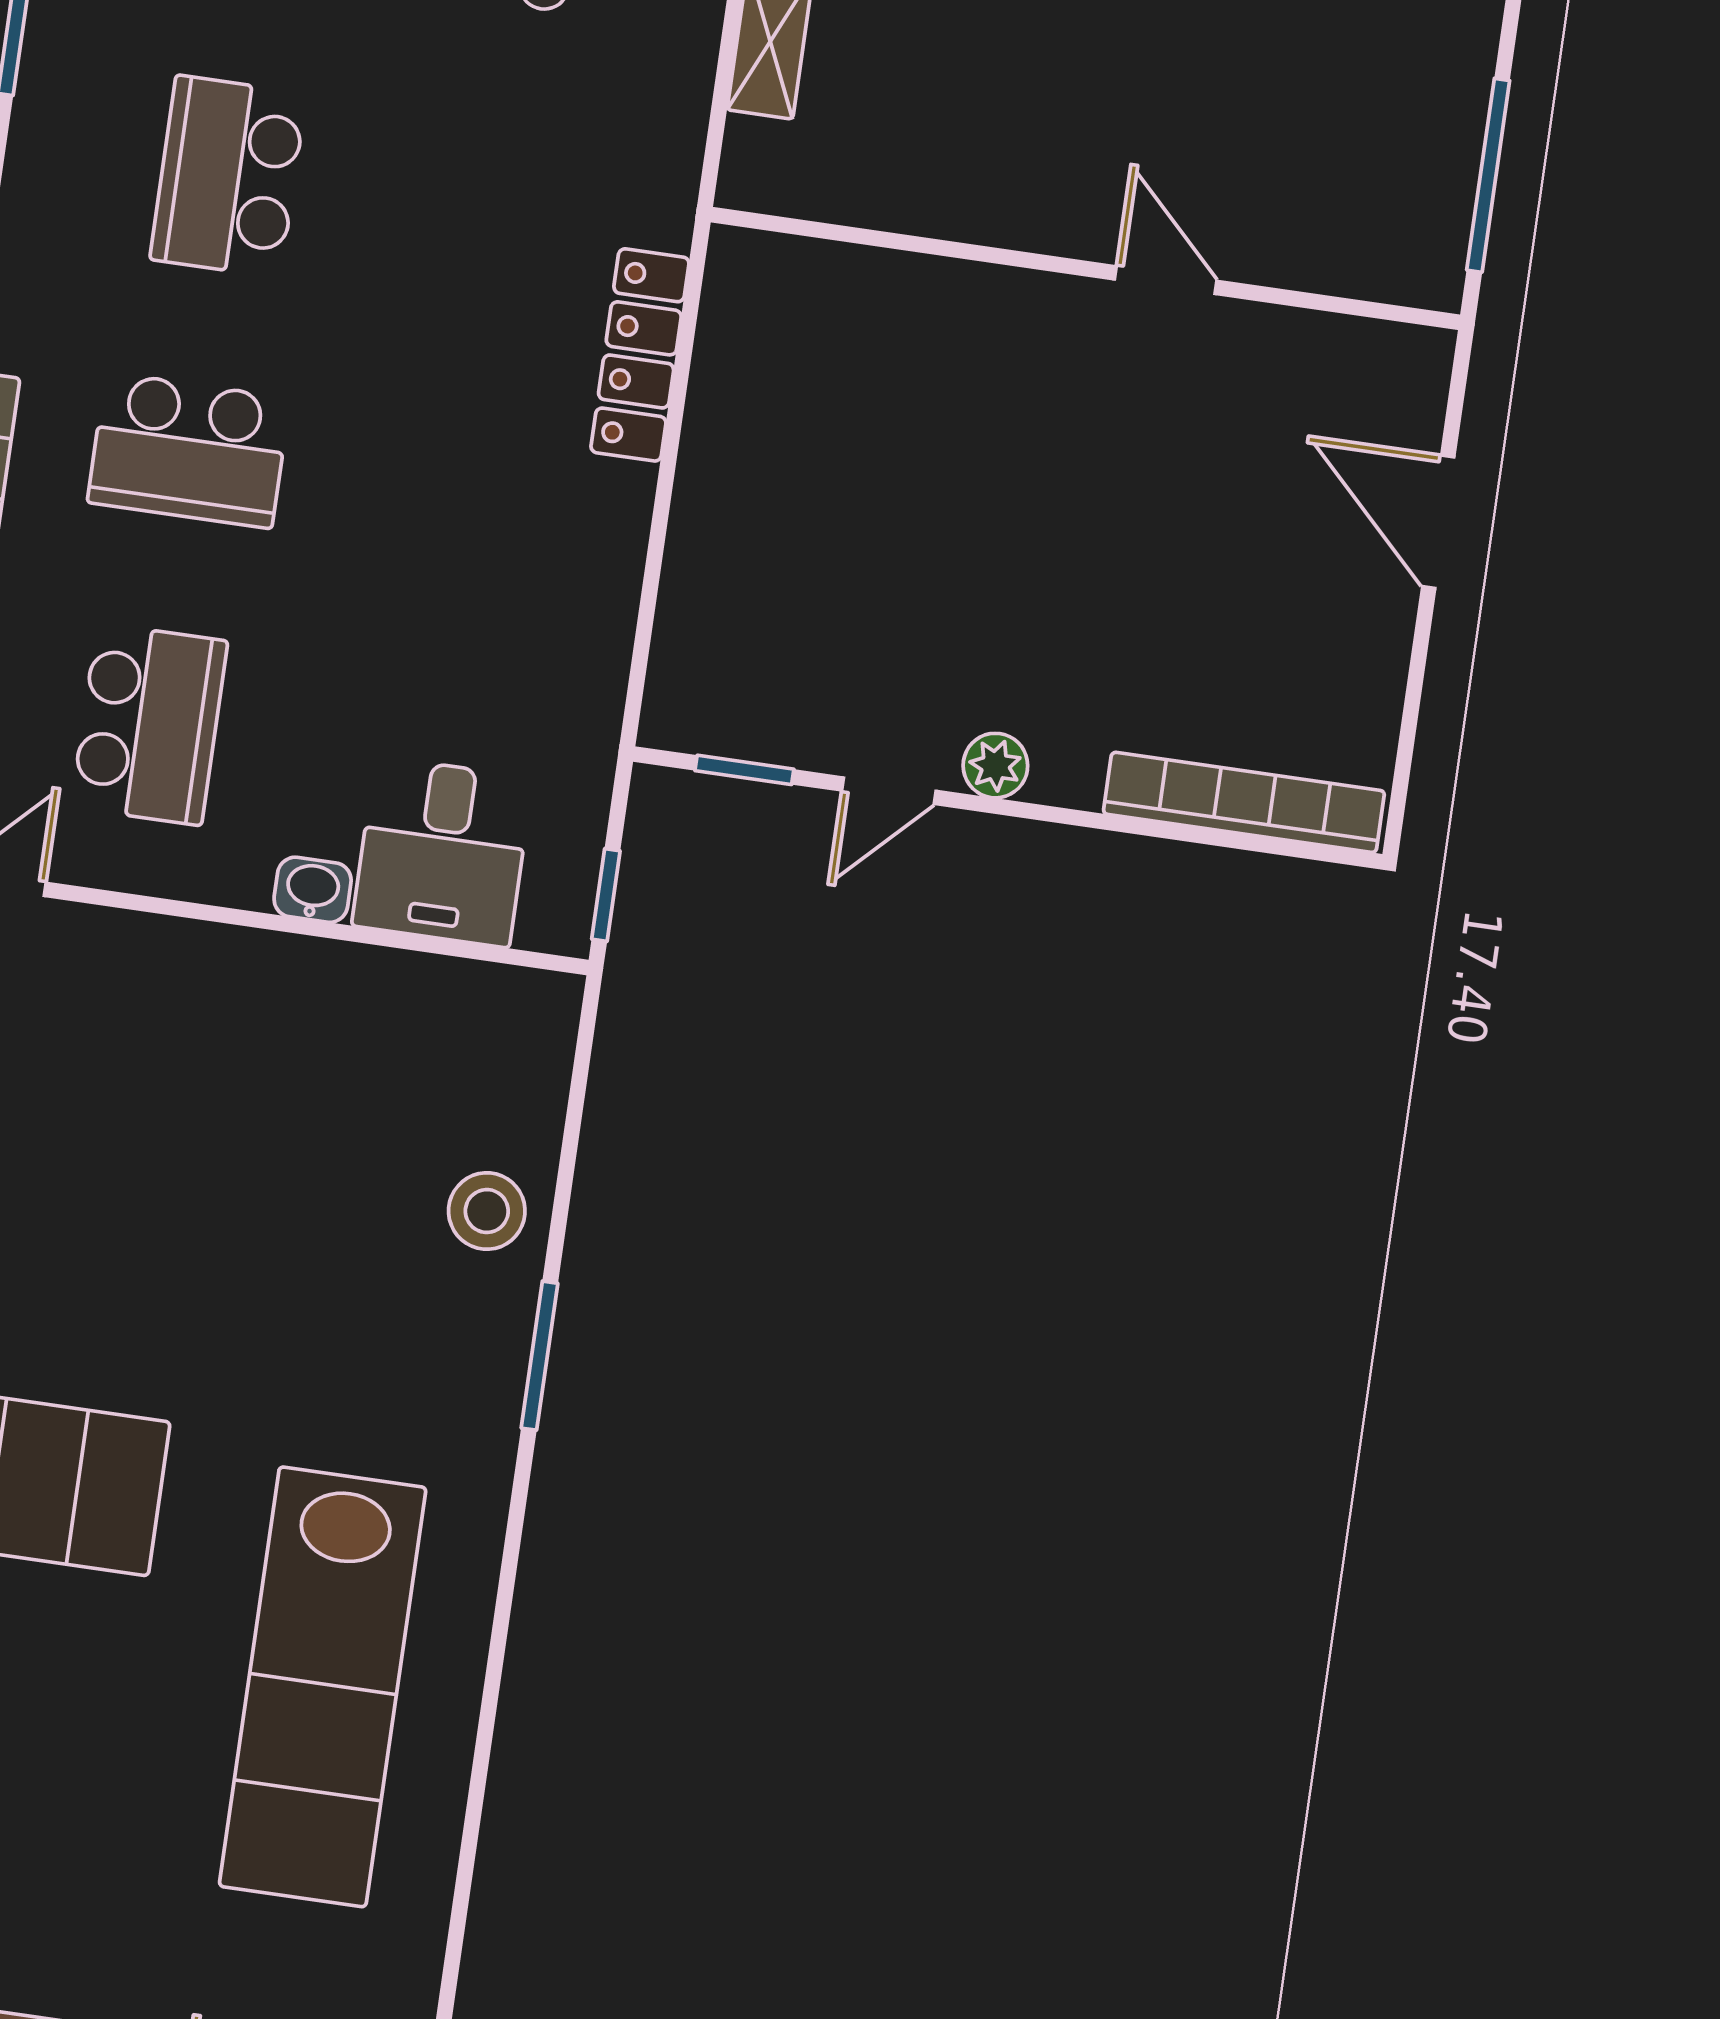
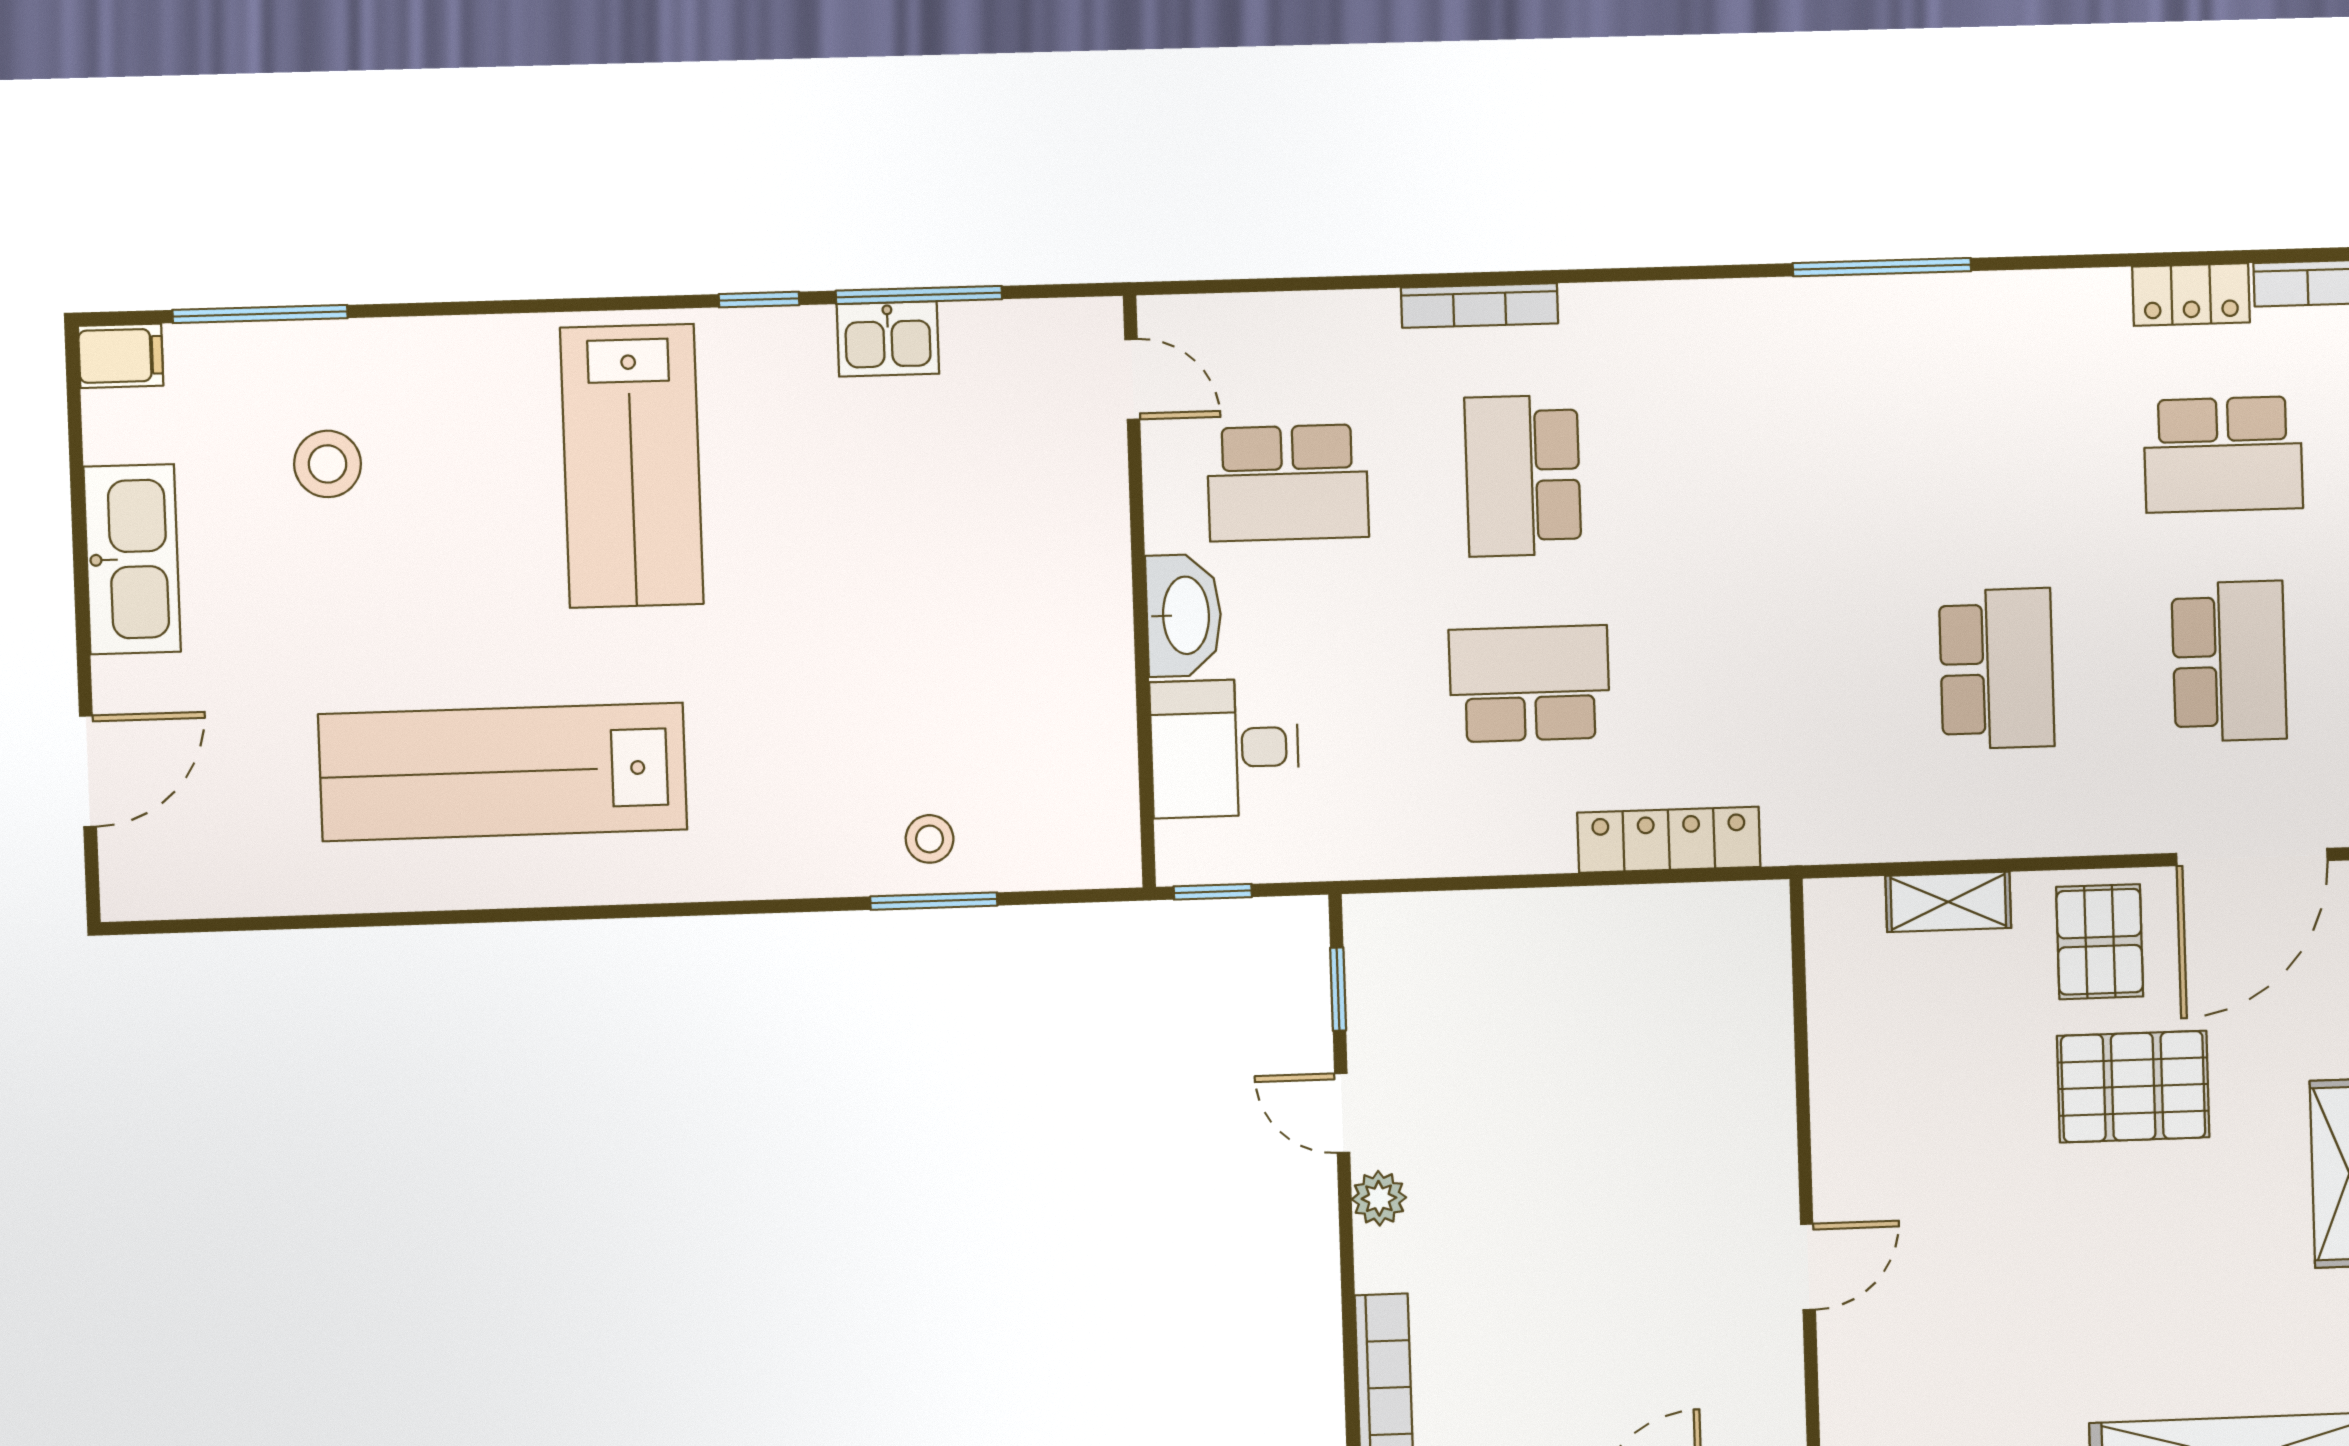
school desk: (228, 176) -> (1529, 684), moved
washbasin: (313, 890) -> (1184, 615), width x1.91, depth x1.45
stool: (487, 1211) -> (930, 839), width x0.73, depth x0.73
window: (539, 1356) -> (934, 901), moved

